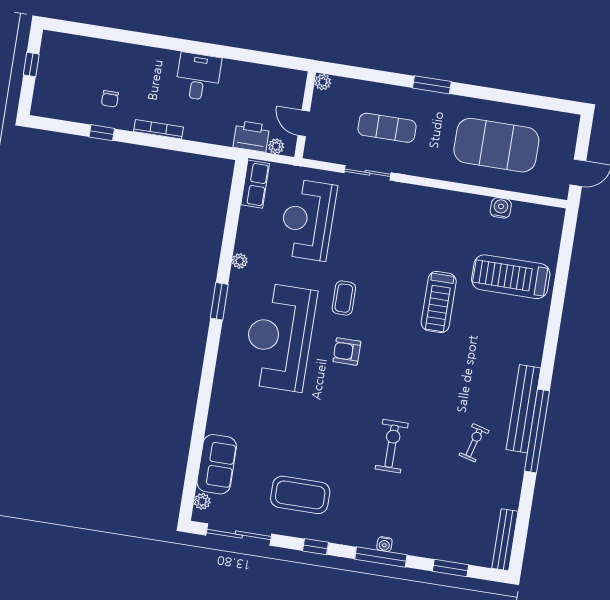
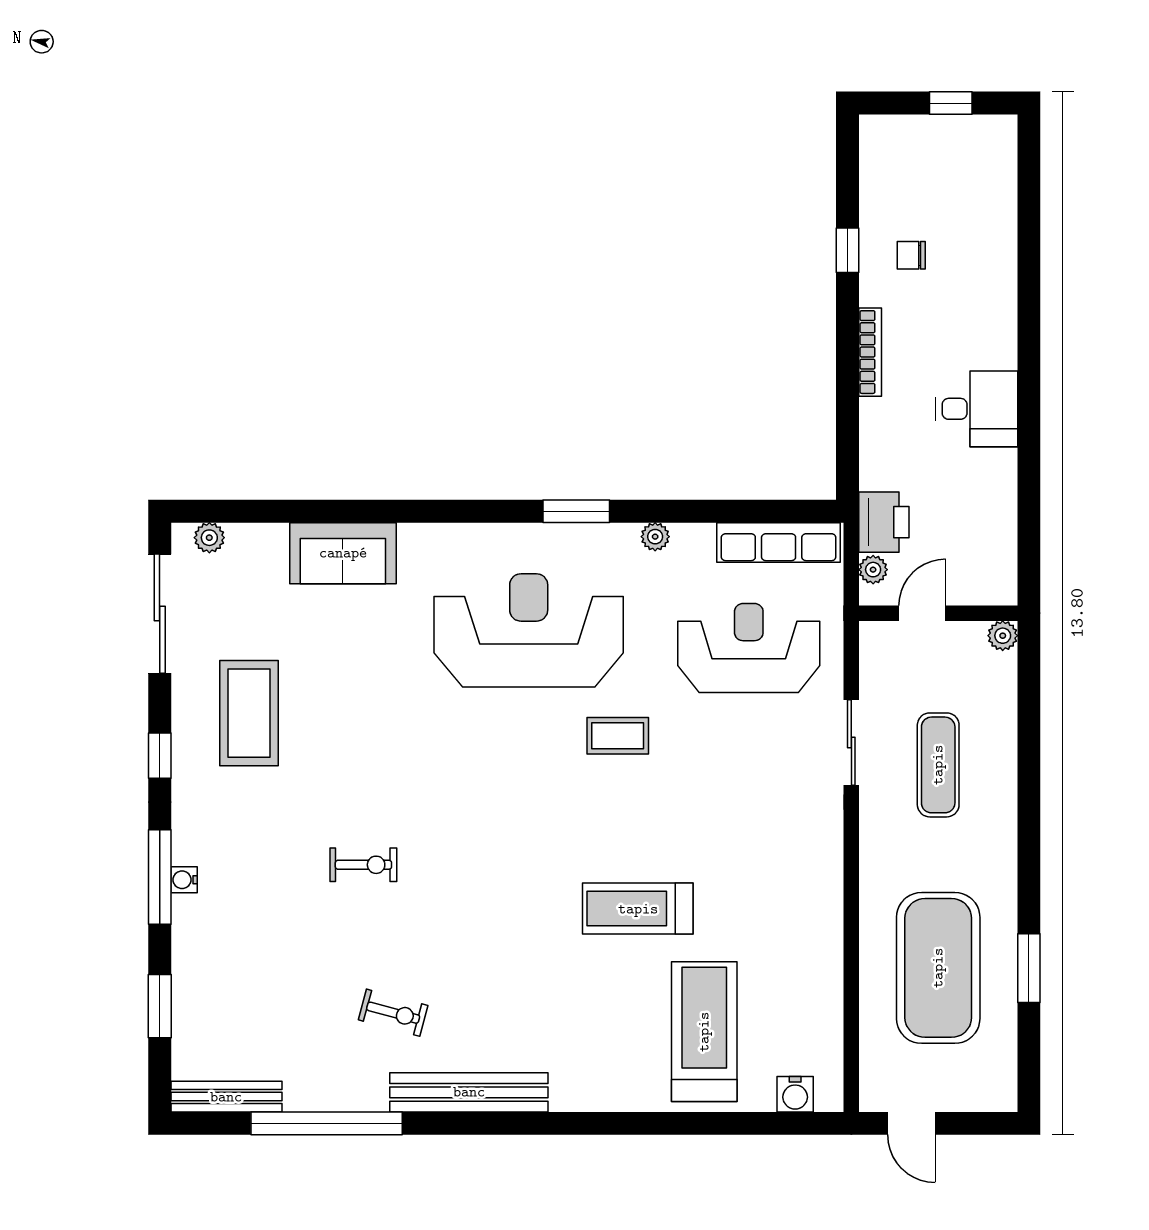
window: (432, 85) -> (1029, 968), moved
row of seats: (255, 184) -> (779, 542), width x1.48
water cooler: (501, 208) -> (795, 1094), moved, turned 90
armchair: (347, 351) -> (522, 757), removed
window: (537, 431) -> (327, 1123), moved
exercise bike: (392, 446) -> (363, 865), width x0.73, depth x0.72
sofa: (217, 464) -> (343, 553), moved

